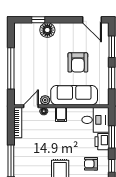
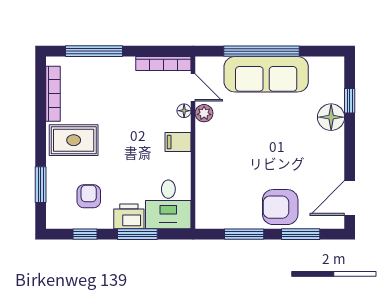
armchair: (78, 62) -> (280, 207), moved
sofa: (74, 95) -> (266, 74), moved, turned 90

